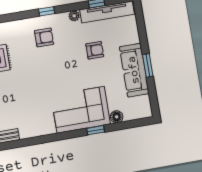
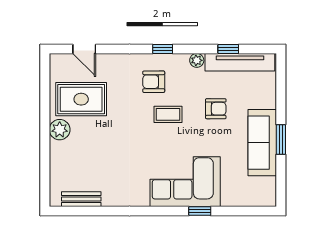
armchair: (44, 37) -> (154, 82), turned 180
coffee table: (59, 61) -> (168, 114), added
floor lamp: (117, 117) -> (230, 199), removed

